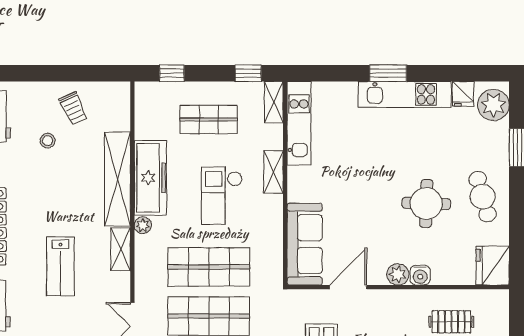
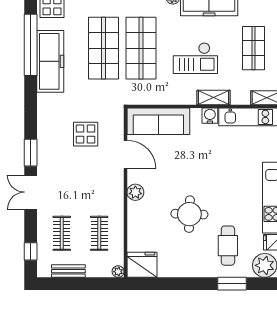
checkout: (222, 196) -> (195, 58), turned 180
cafe table: (483, 197) -> (228, 246), moved, turned -74
water cooler: (420, 275) -> (210, 116), moved, turned 90
plant: (502, 297) -> (118, 272), added

